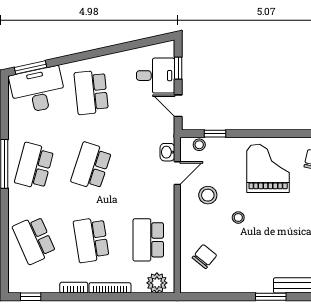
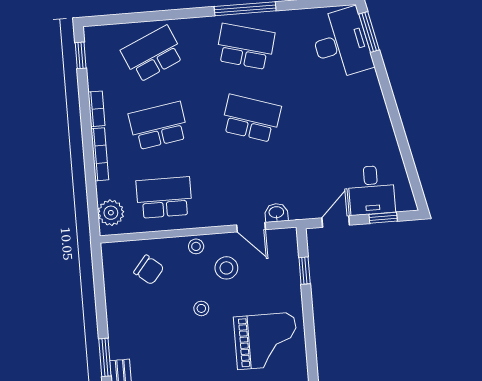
school desk: (91, 92) -> (344, 111), removed
stool: (199, 145) -> (196, 246), moved

